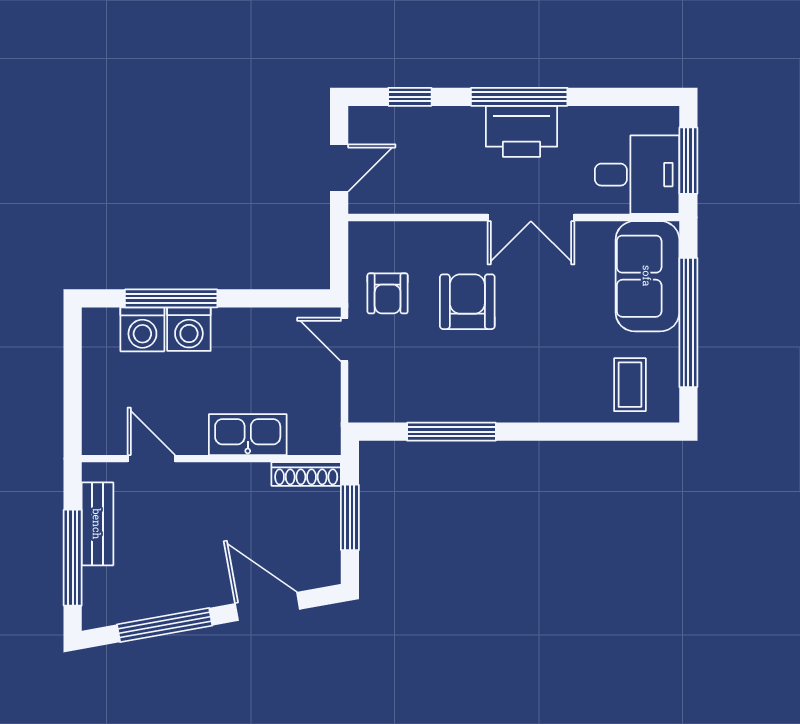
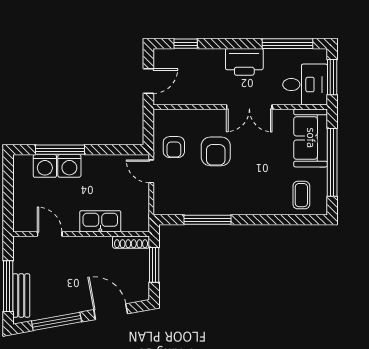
window: (519, 97) -> (287, 44), moved
armchair: (467, 302) -> (216, 151), turned 180
bench: (97, 524) -> (21, 295), moved

